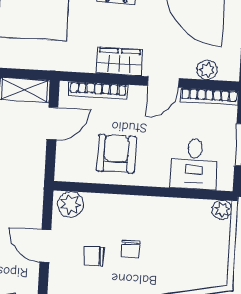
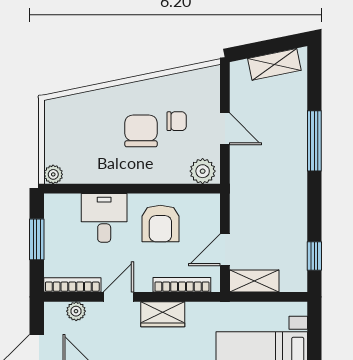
desk: (194, 164) -> (104, 218), moved
chair: (131, 249) -> (141, 131), width x1.87, depth x1.87

